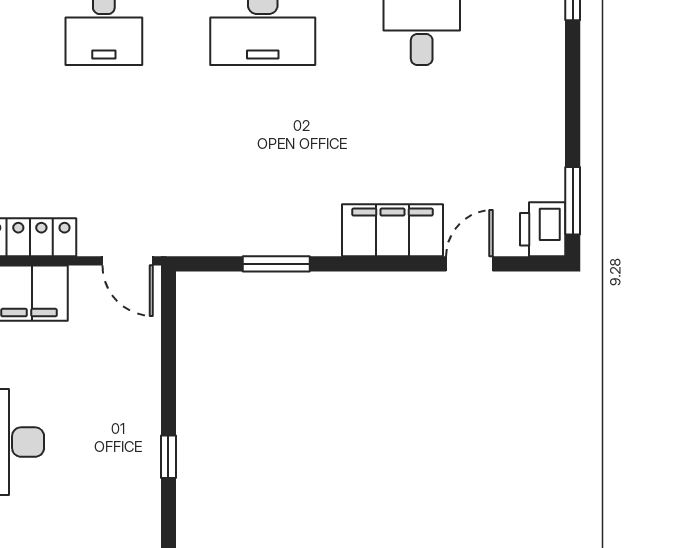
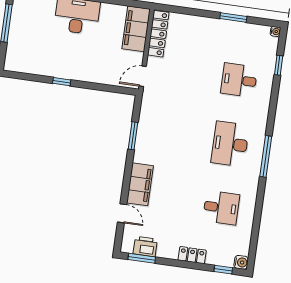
locker: (548, 79) -> (192, 255), added
printer: (543, 229) -> (145, 246), moved

